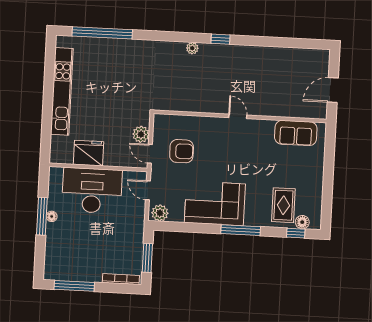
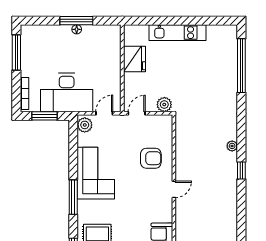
kitchen unit: (62, 91) -> (178, 33), width x0.73
plant: (141, 134) -> (164, 105), moved
armchair: (182, 151) -> (151, 158), moved, turned -90
desk: (92, 191) -> (67, 93), moved, turned 90

